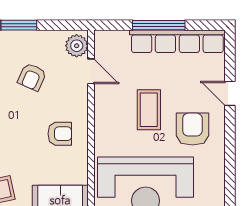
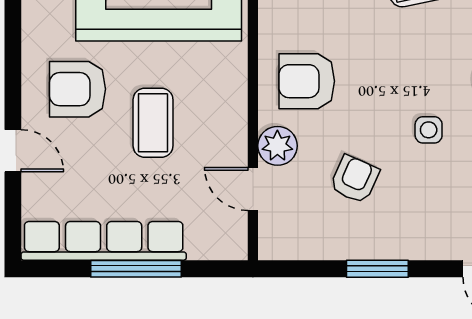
plant: (77, 46) -> (277, 146), moved
armchair: (192, 129) -> (78, 89), turned 90
armchair: (60, 134) -> (307, 81), width x1.38, depth x1.38

